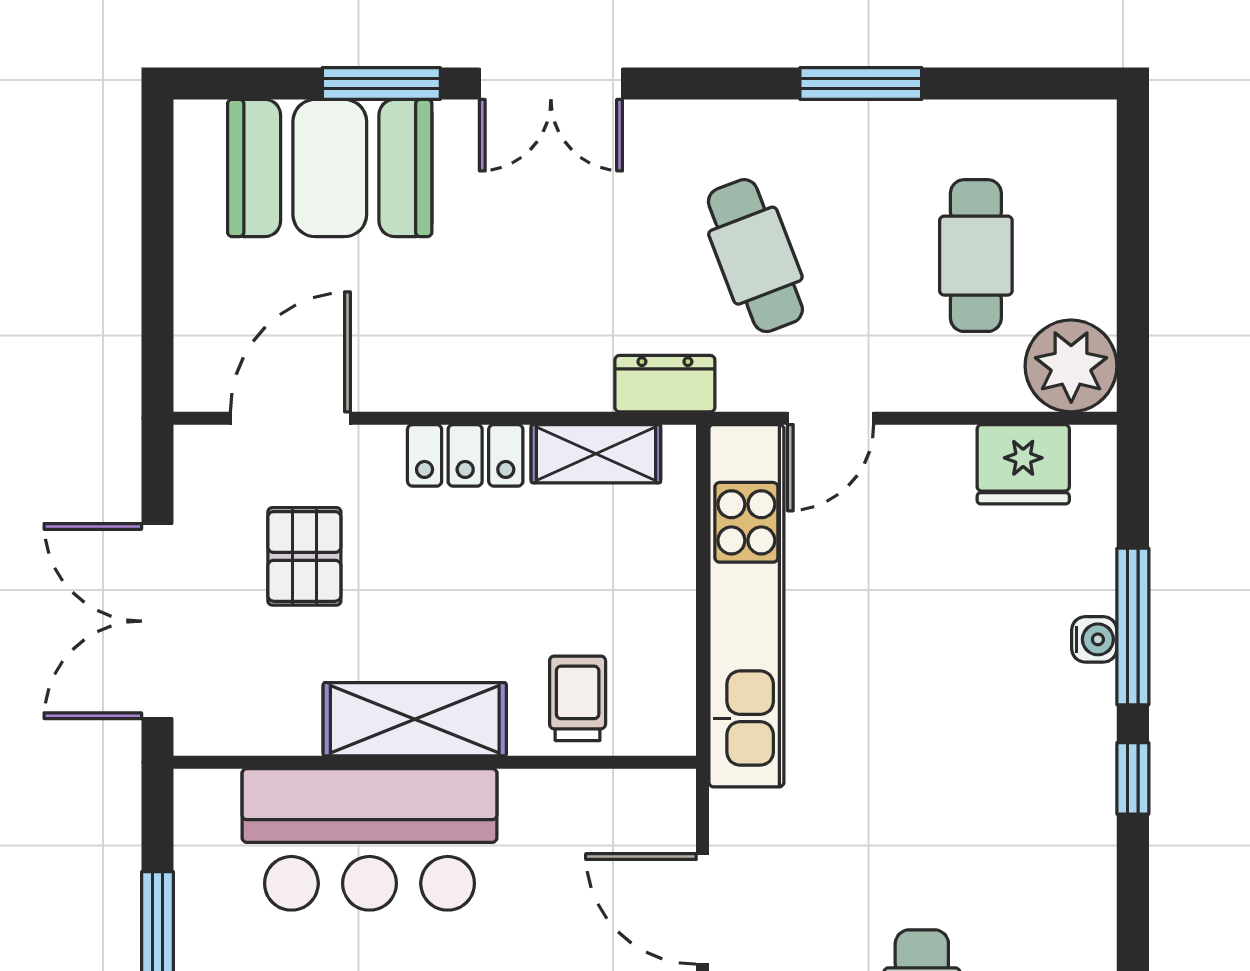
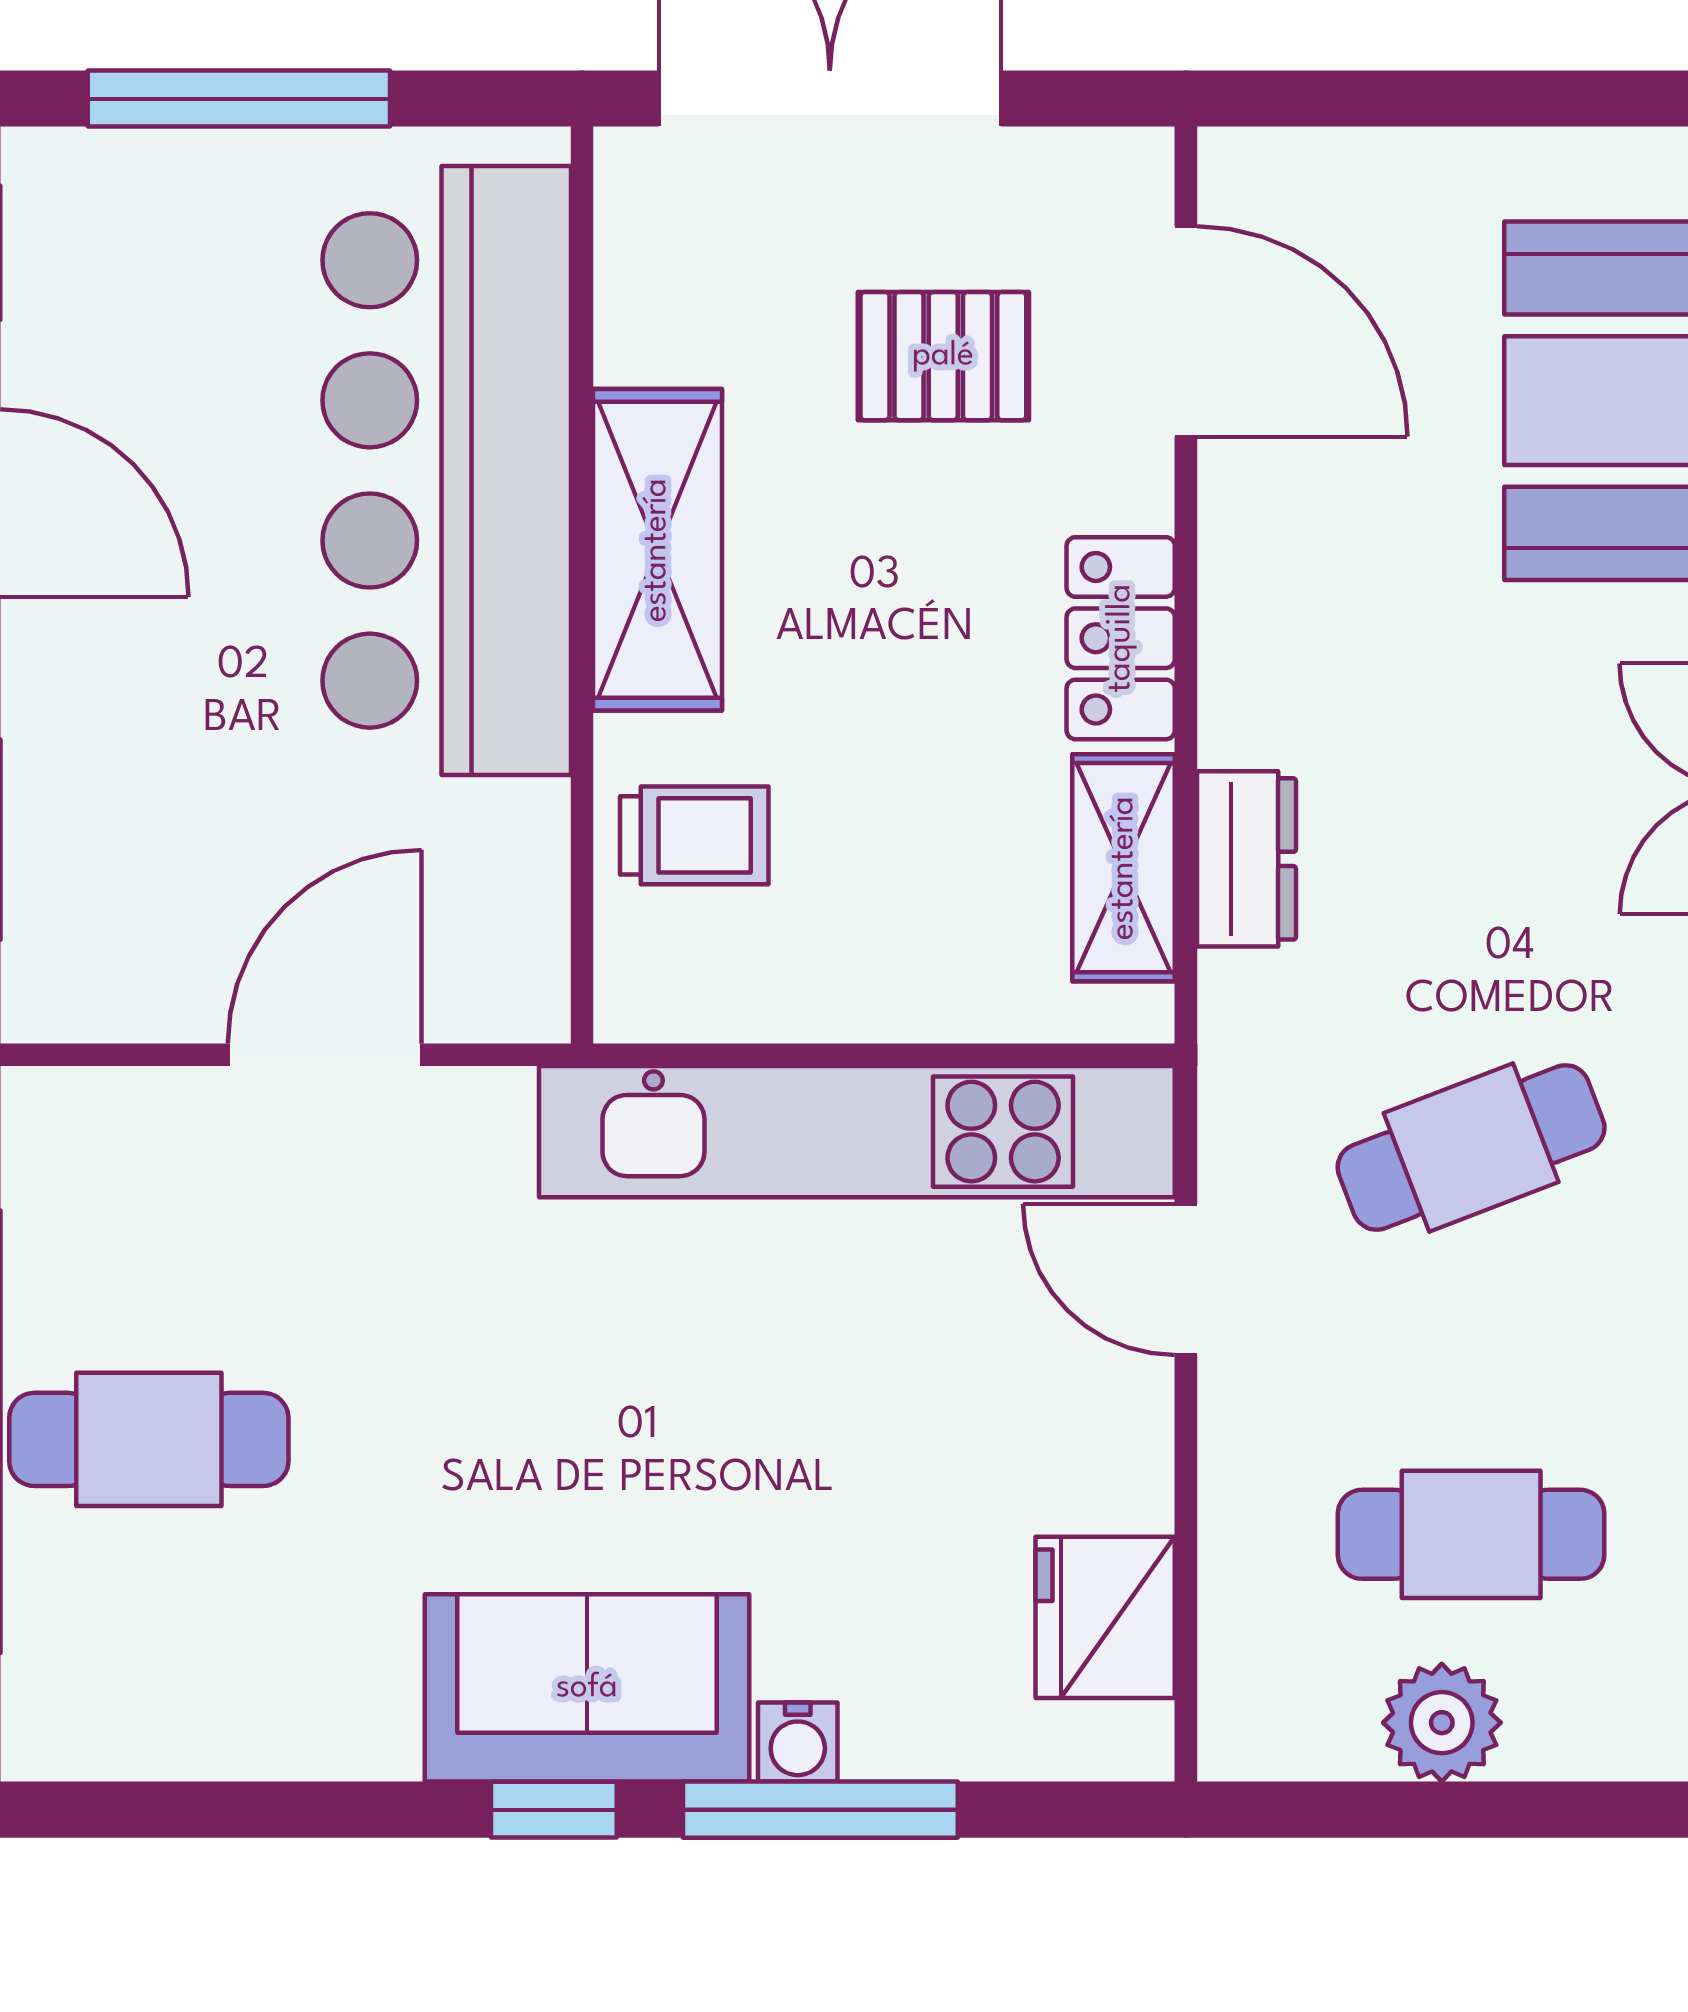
plant: (1071, 366) -> (1442, 1723), moved, width x0.73, depth x0.73
dresser: (665, 384) -> (1246, 859), moved
sofa: (1063, 760) -> (587, 1688), added
bar counter: (370, 839) -> (447, 470), width x1.36

